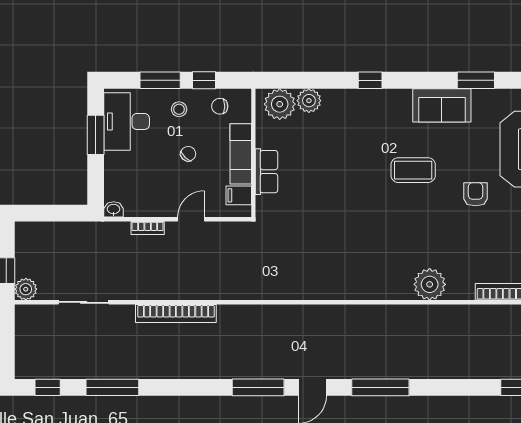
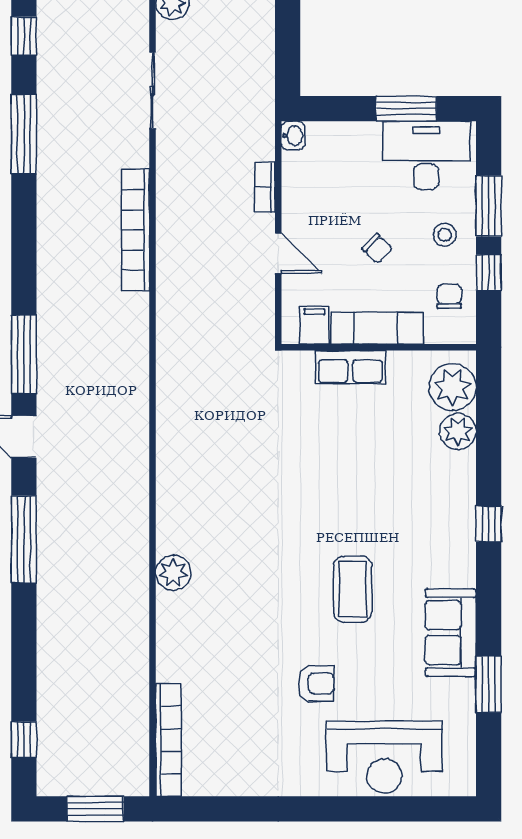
plant: (430, 284) -> (173, 573), moved, width x0.73, depth x0.73

